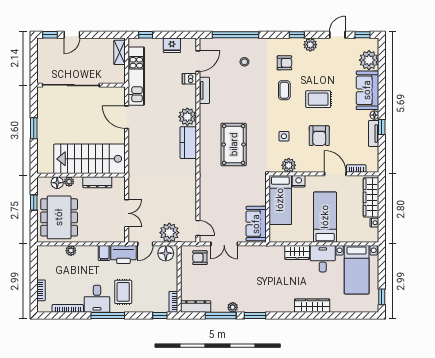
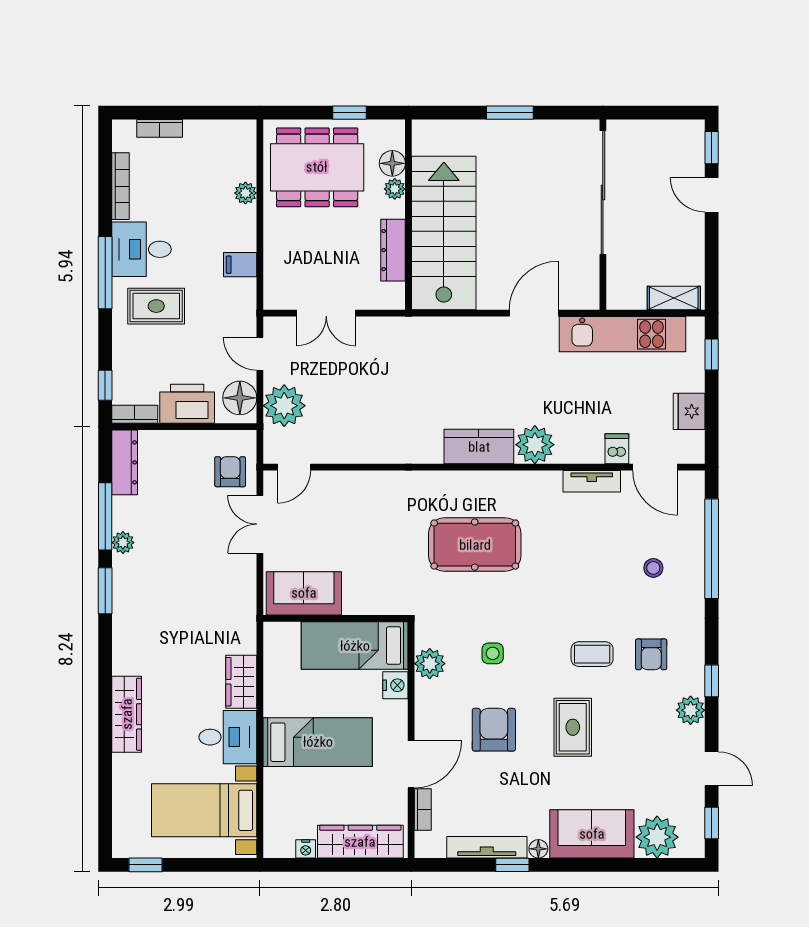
tv unit: (374, 134) -> (487, 847), width x1.41
armchair: (319, 136) -> (494, 730), turned 90
printer: (123, 254) -> (187, 404), moved, turned 90

